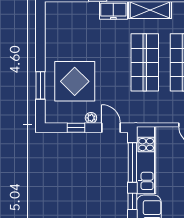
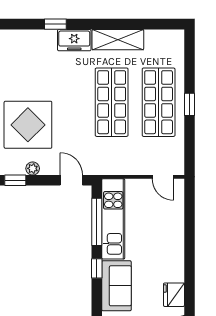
plant: (91, 118) -> (33, 168), moved
window: (76, 128) -> (15, 180), moved

